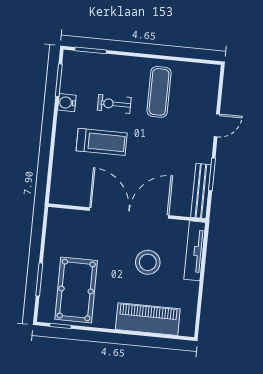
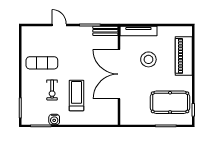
bench: (201, 191) -> (105, 31), width x0.73

